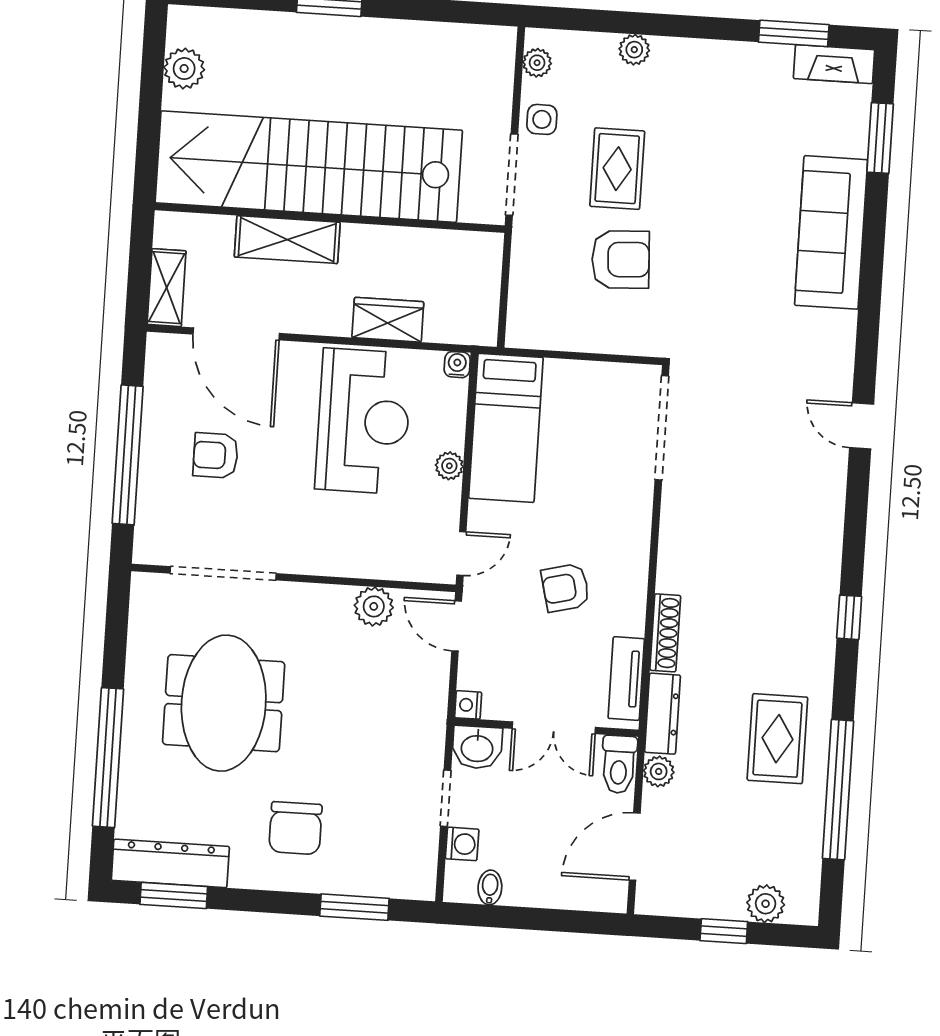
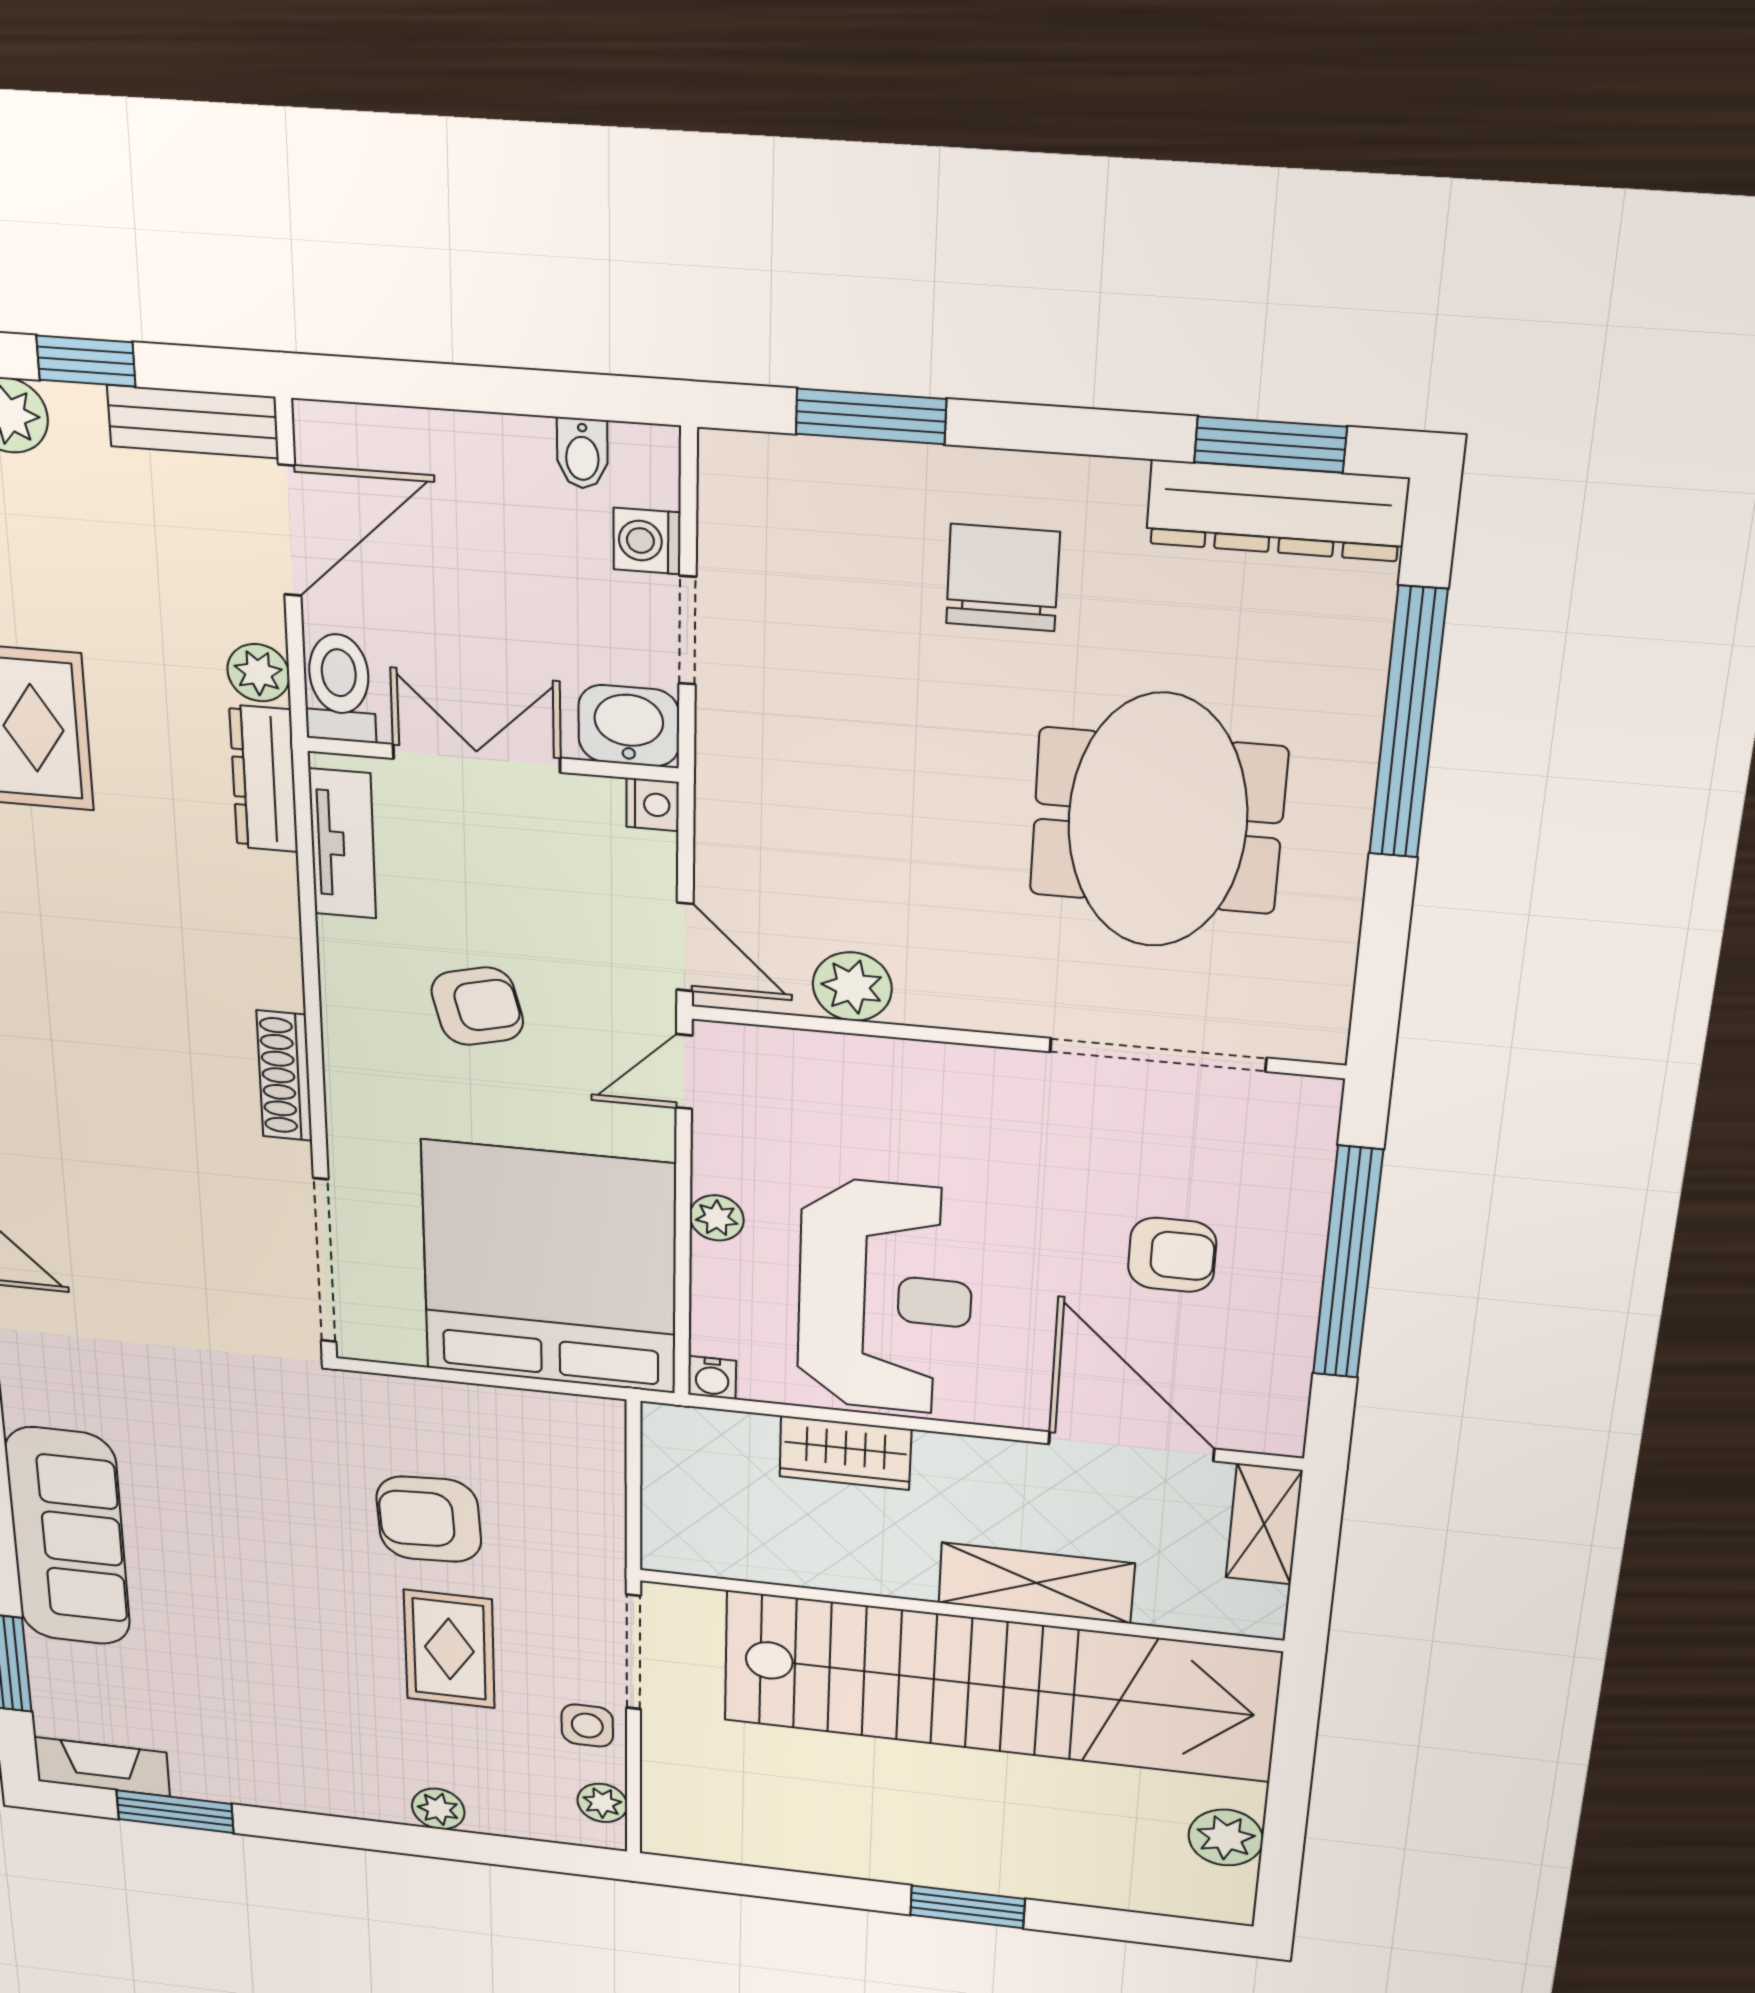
reception desk: (363, 421) -> (885, 1297), turned 180
bed: (506, 428) -> (549, 1268), width x2.04
shoe rack: (665, 633) -> (284, 1076), moved
bench: (676, 901) -> (193, 422), added

